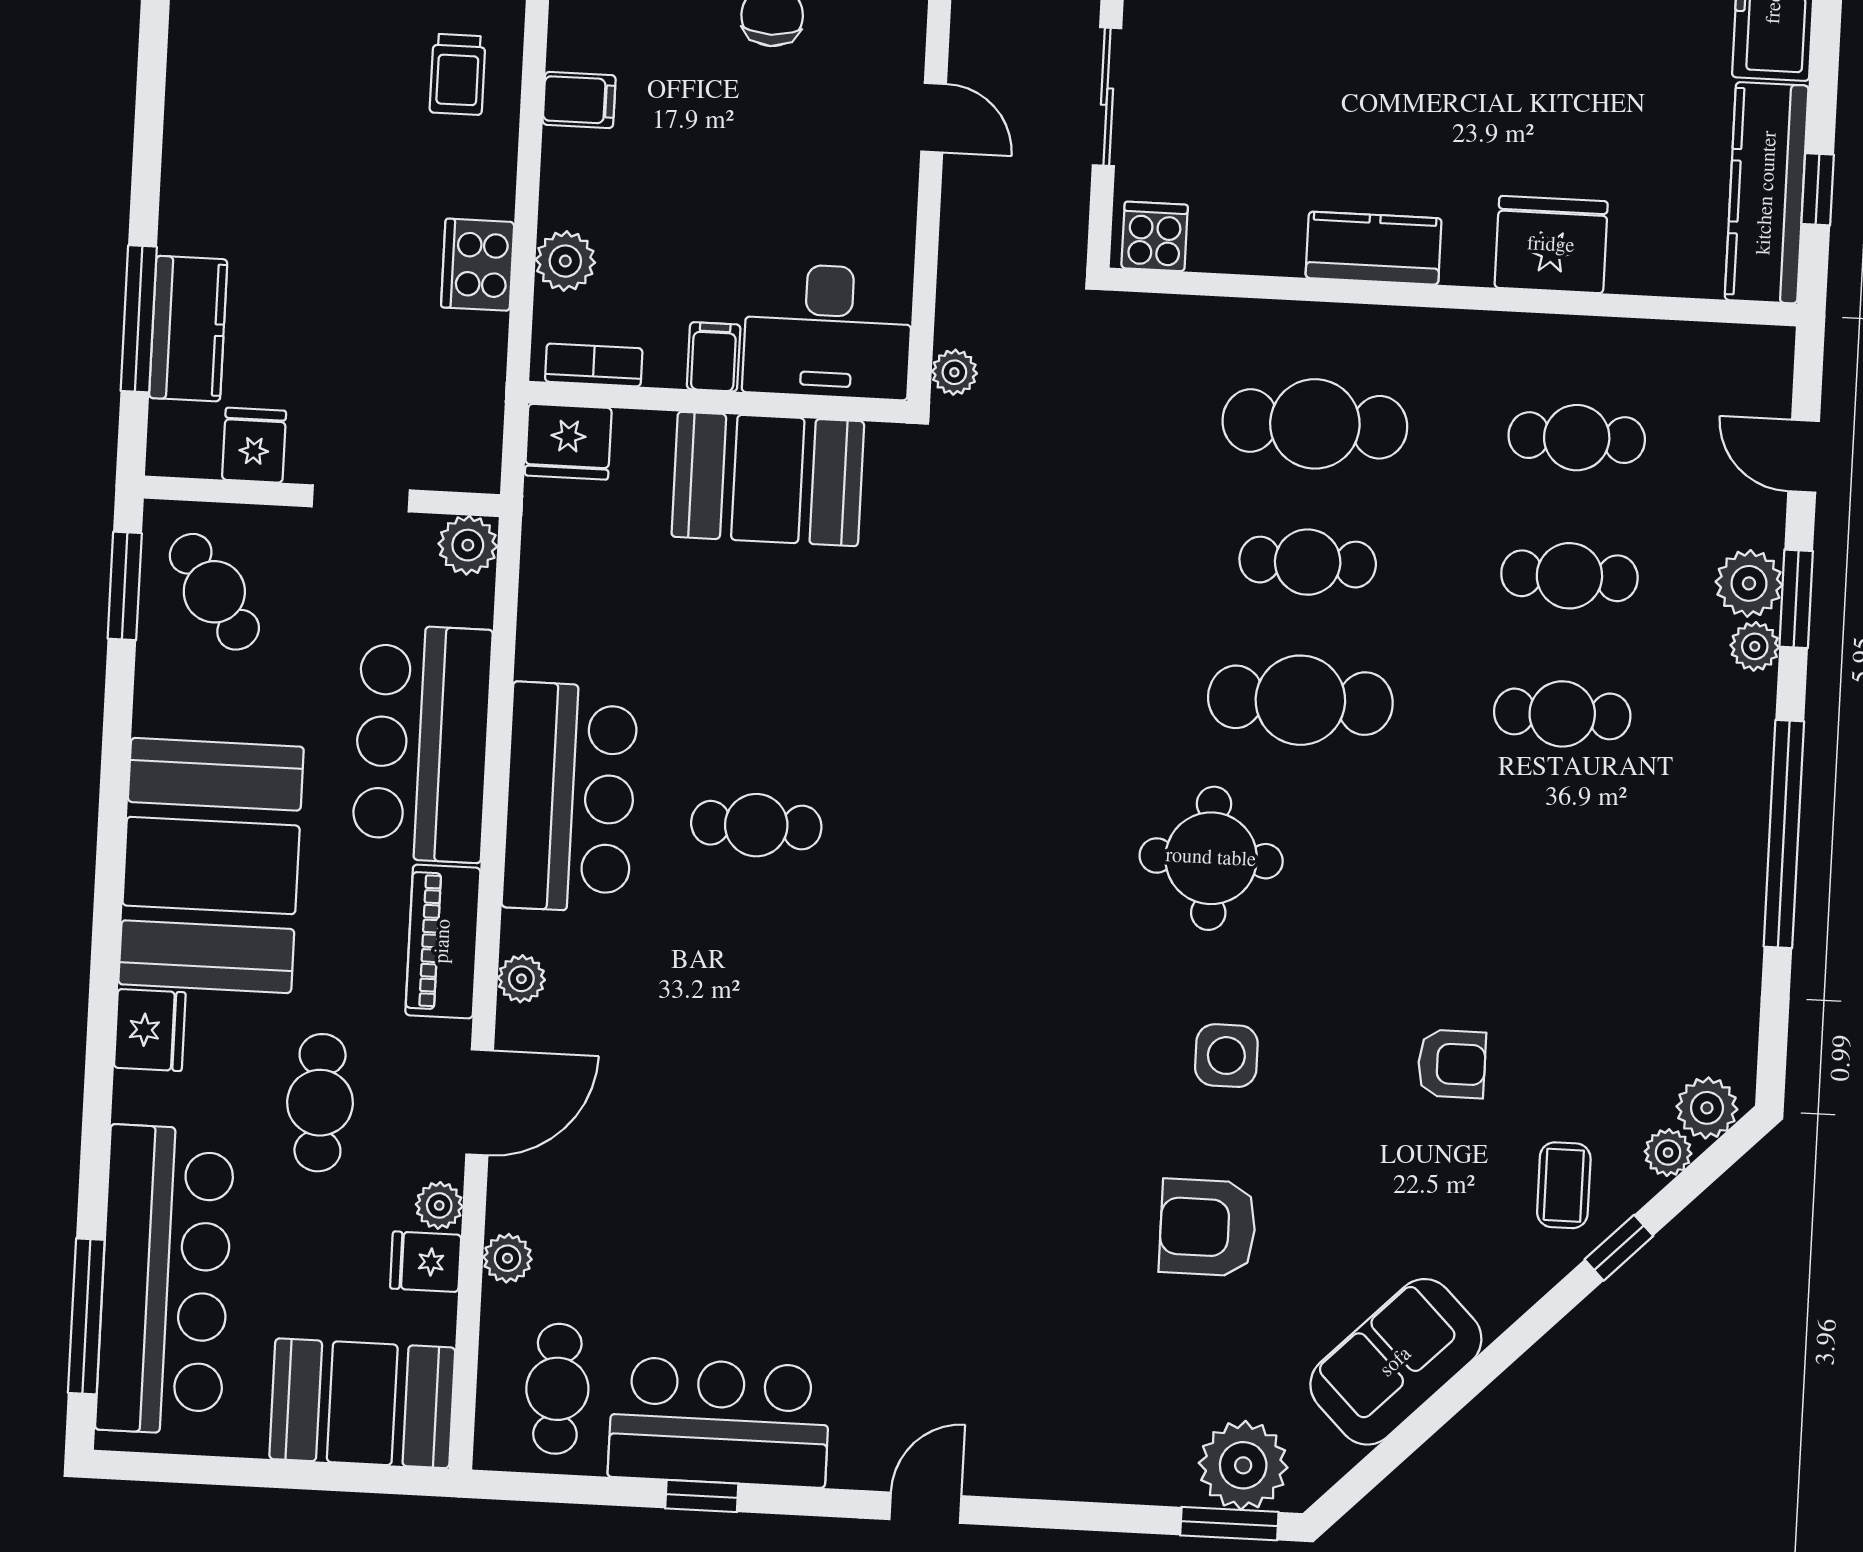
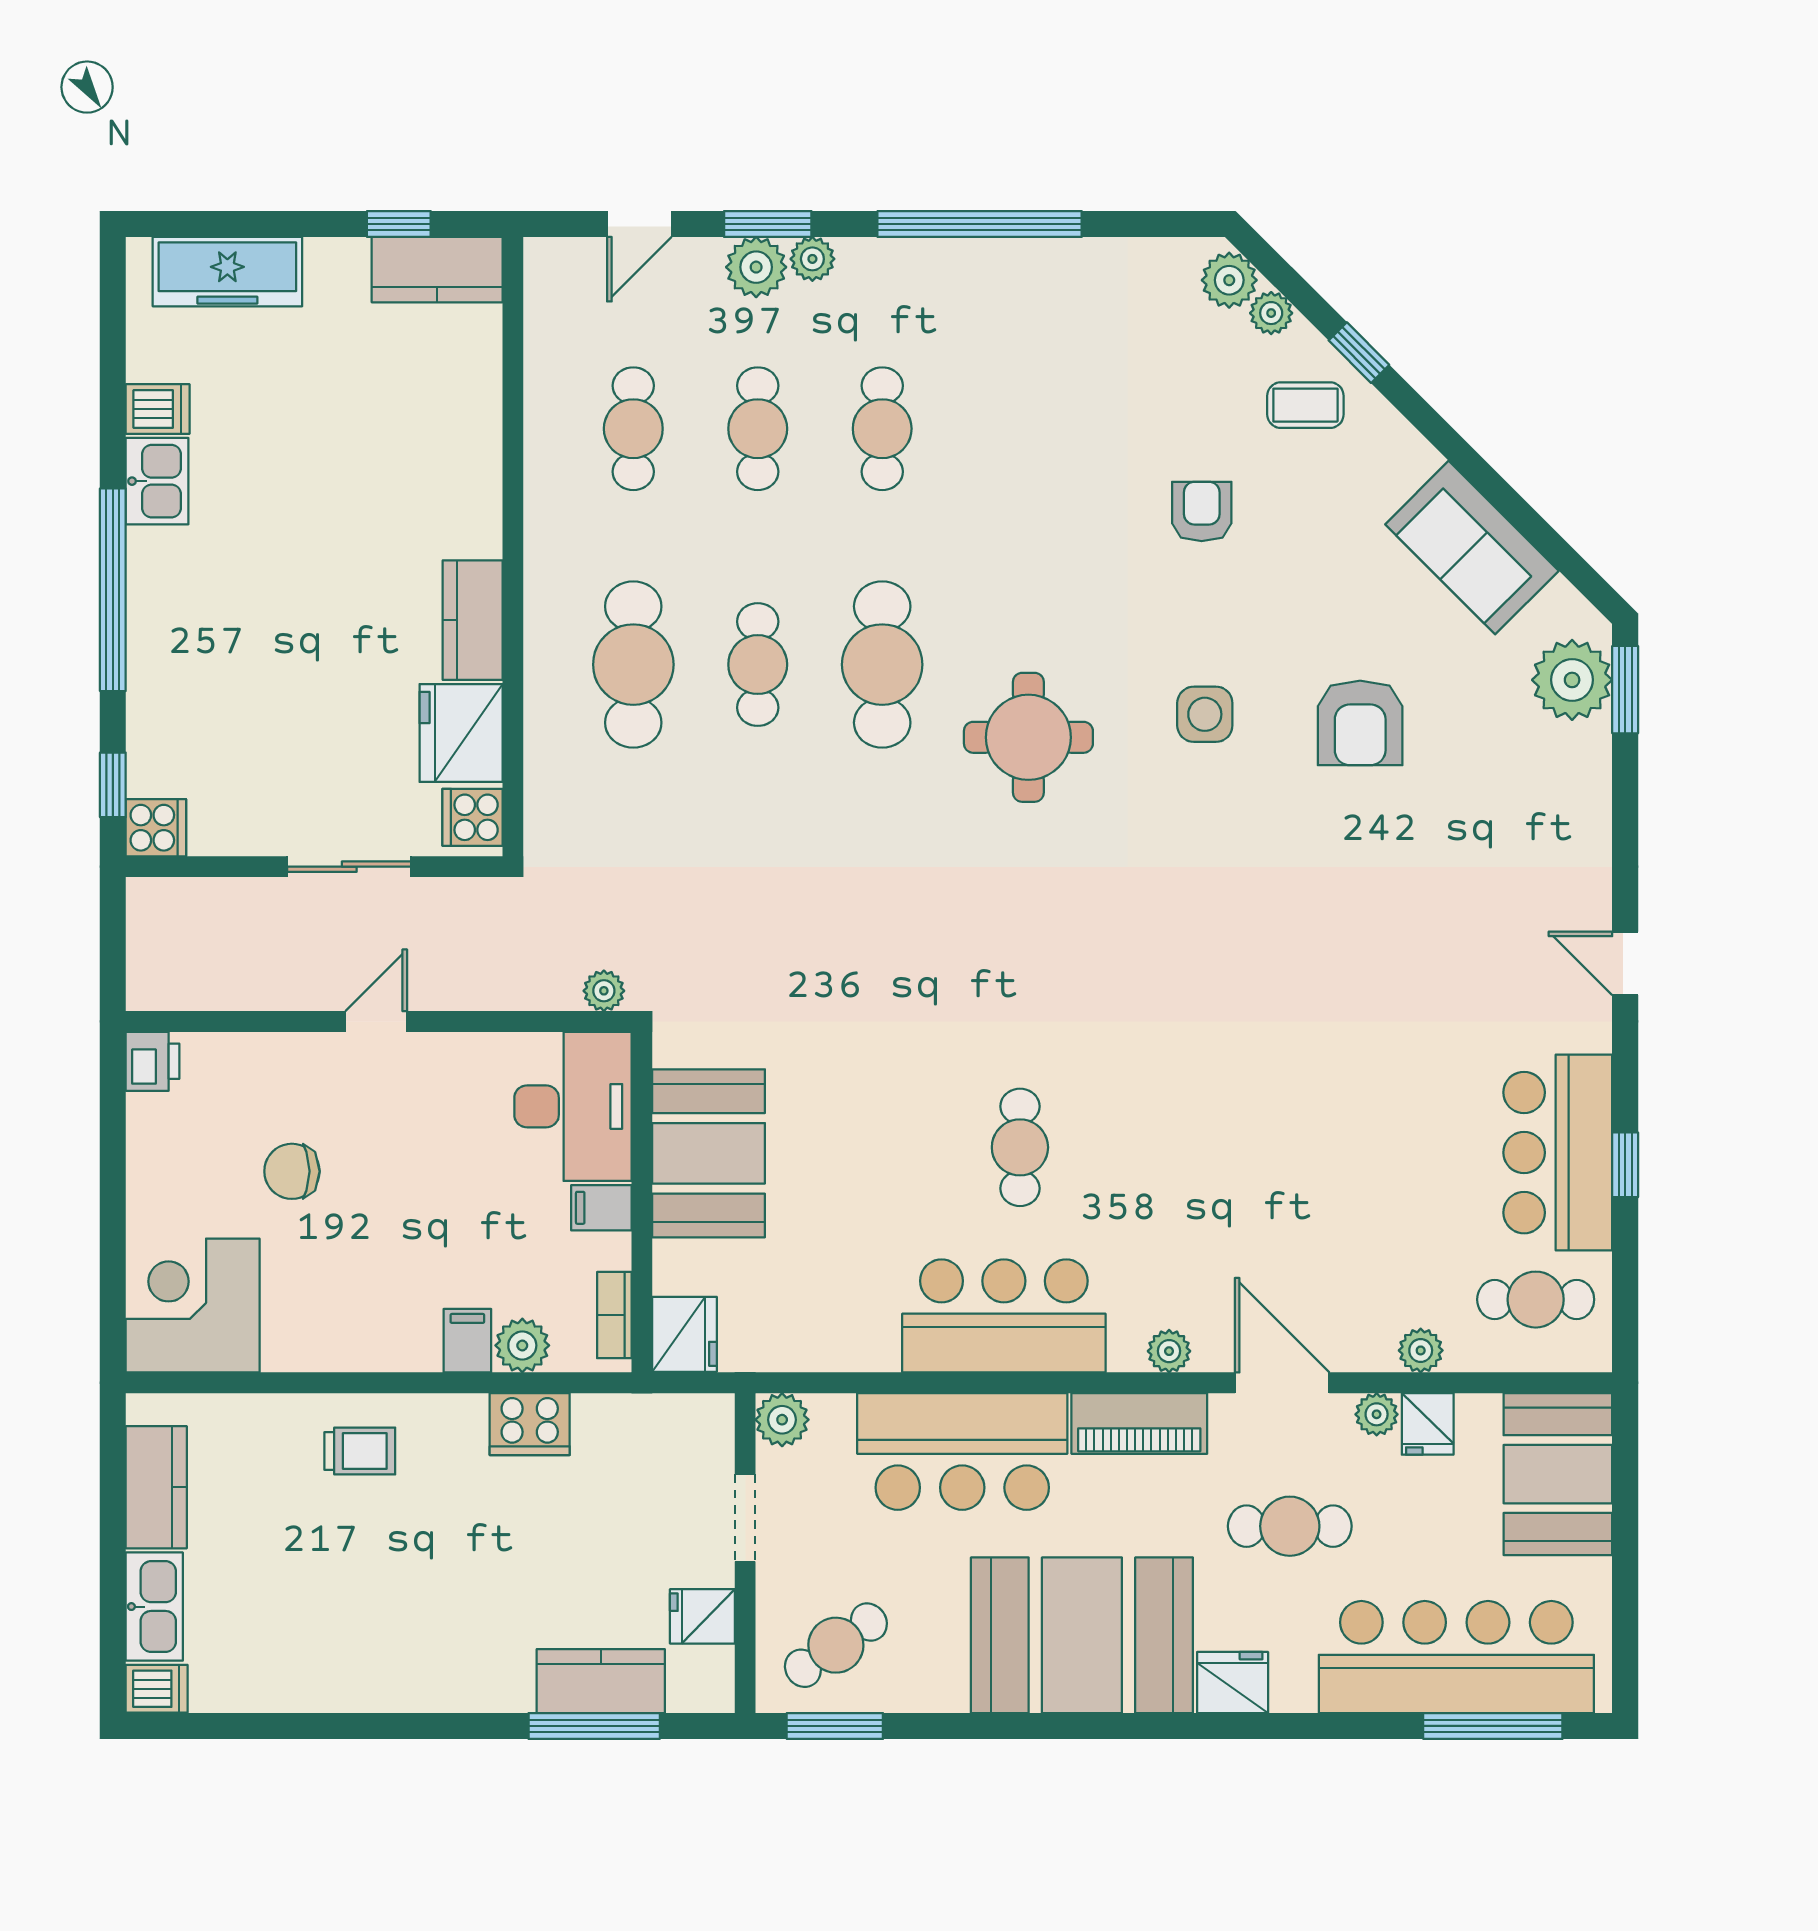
filing cabinet: (579, 100) -> (467, 1341), moved
kitchen counter: (1767, 193) -> (437, 270), width x0.67
fridge: (1551, 245) -> (461, 733), moved

